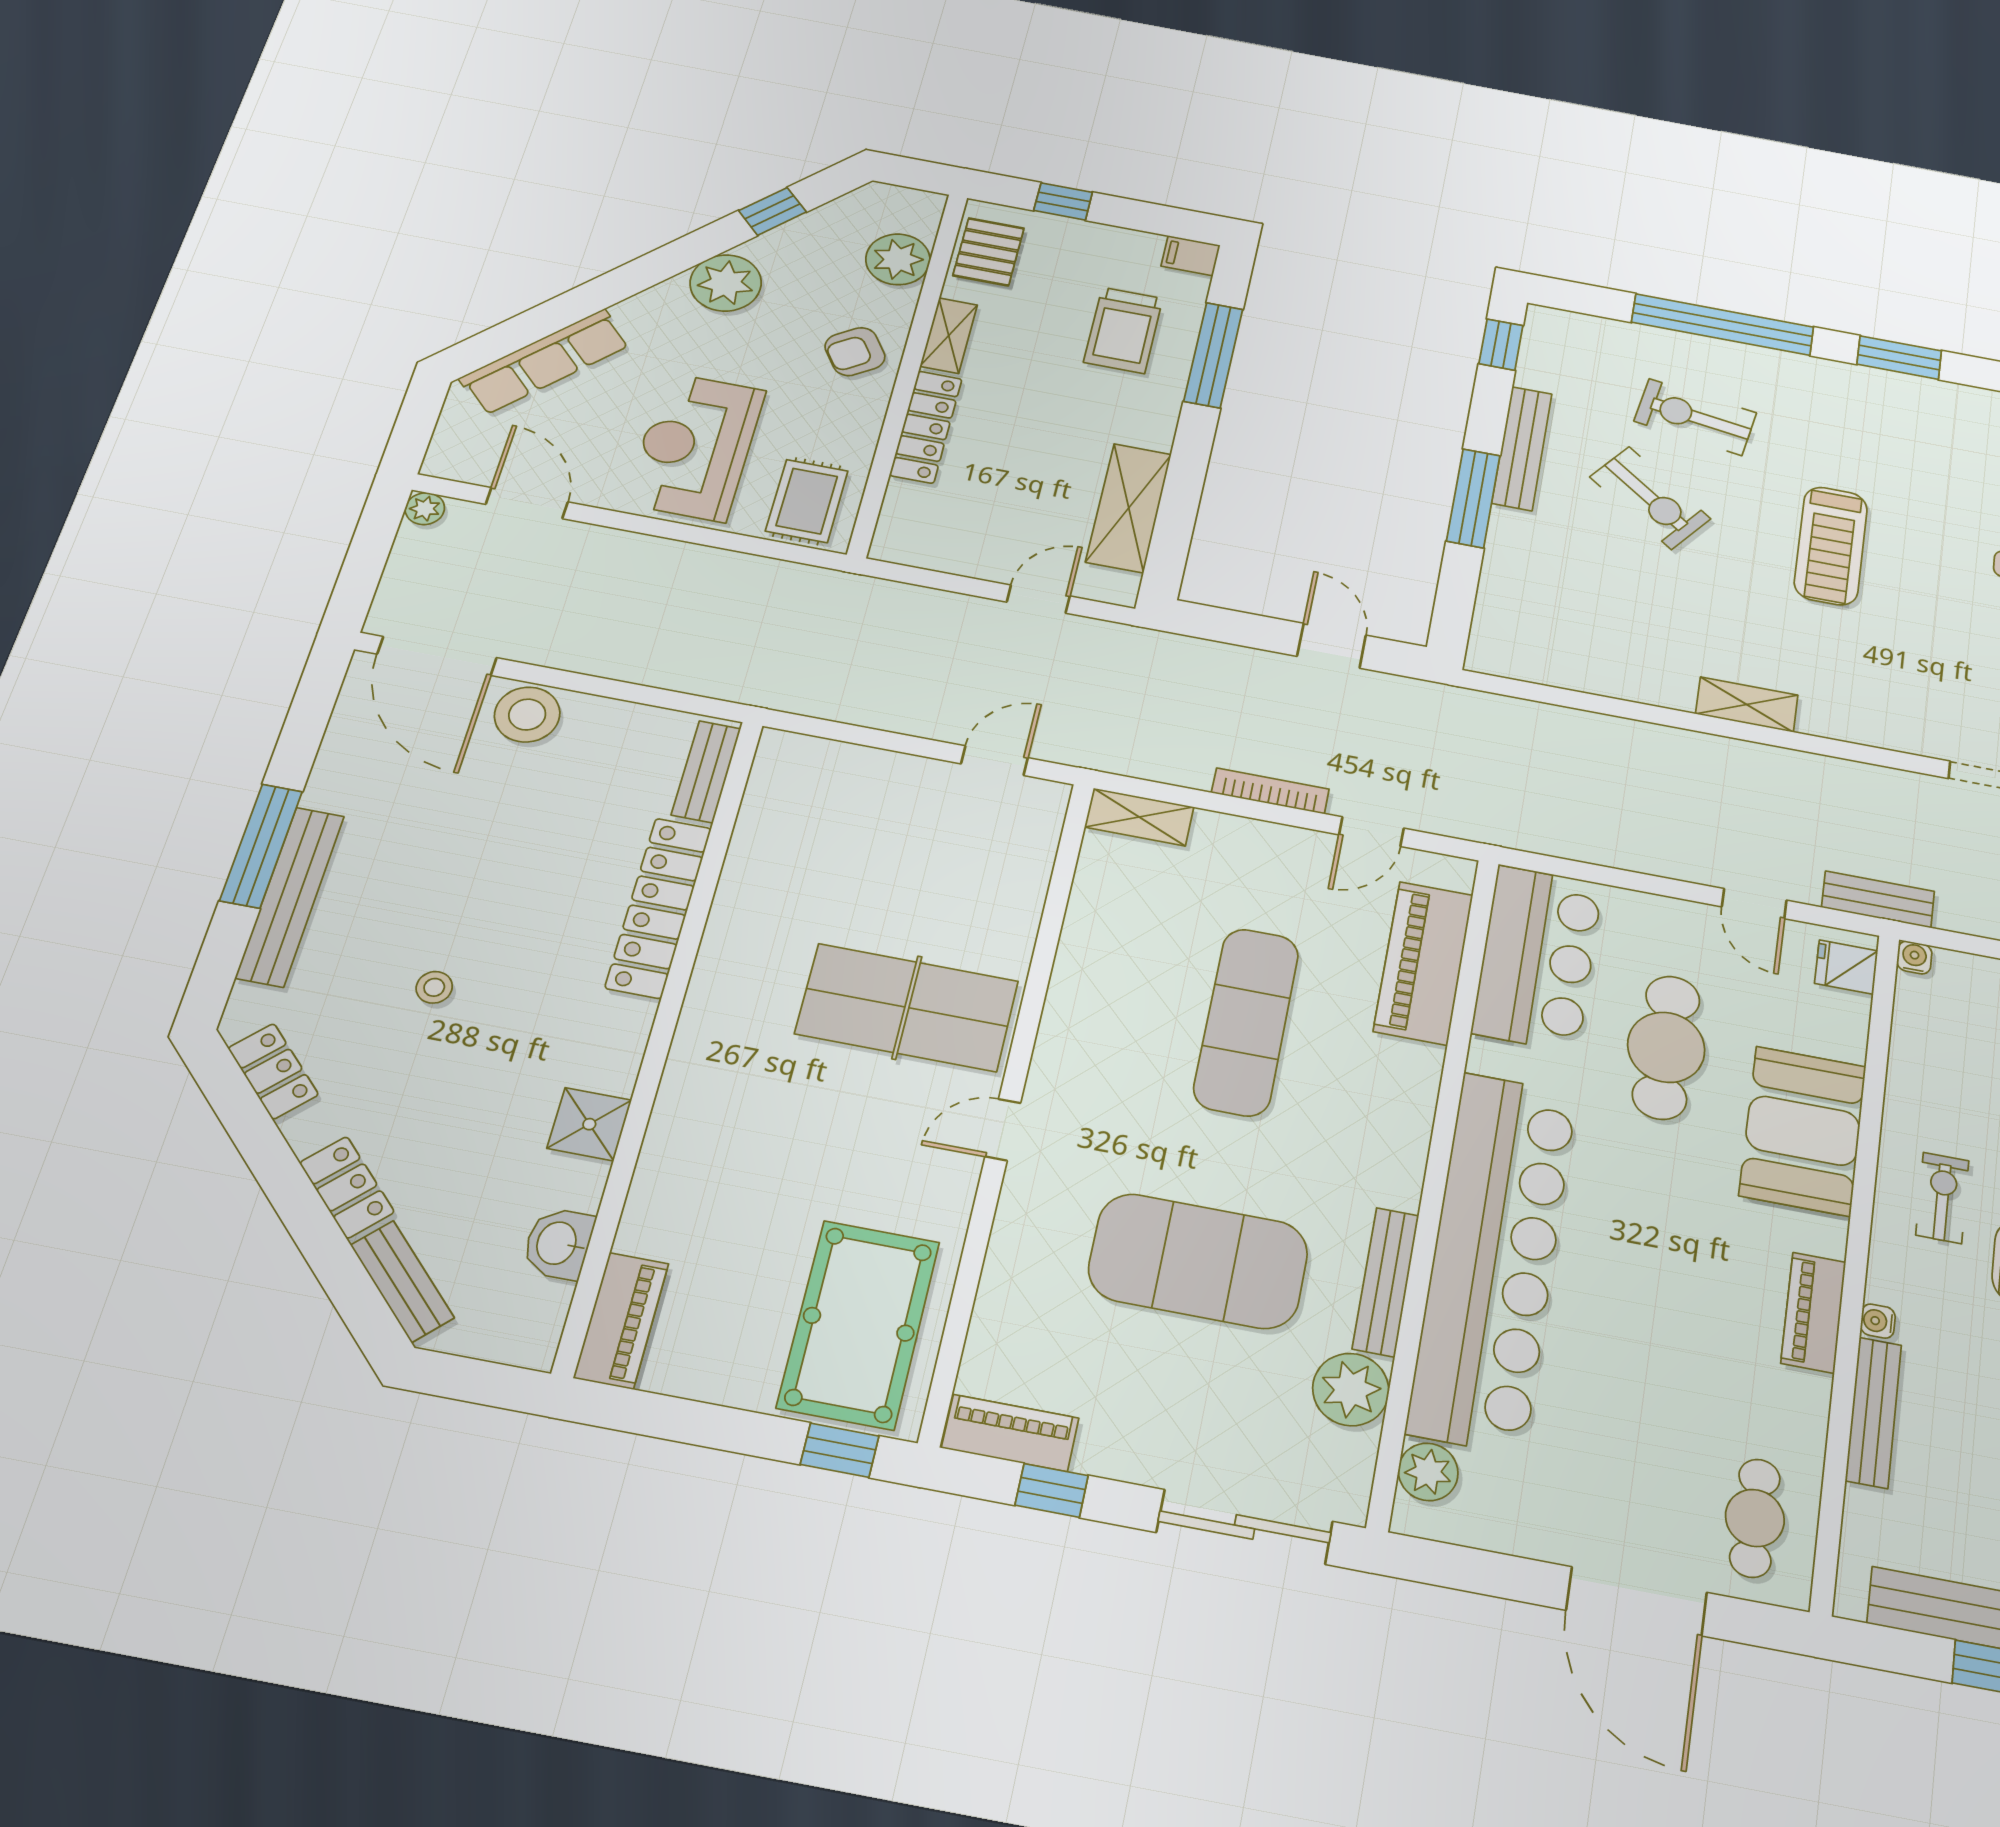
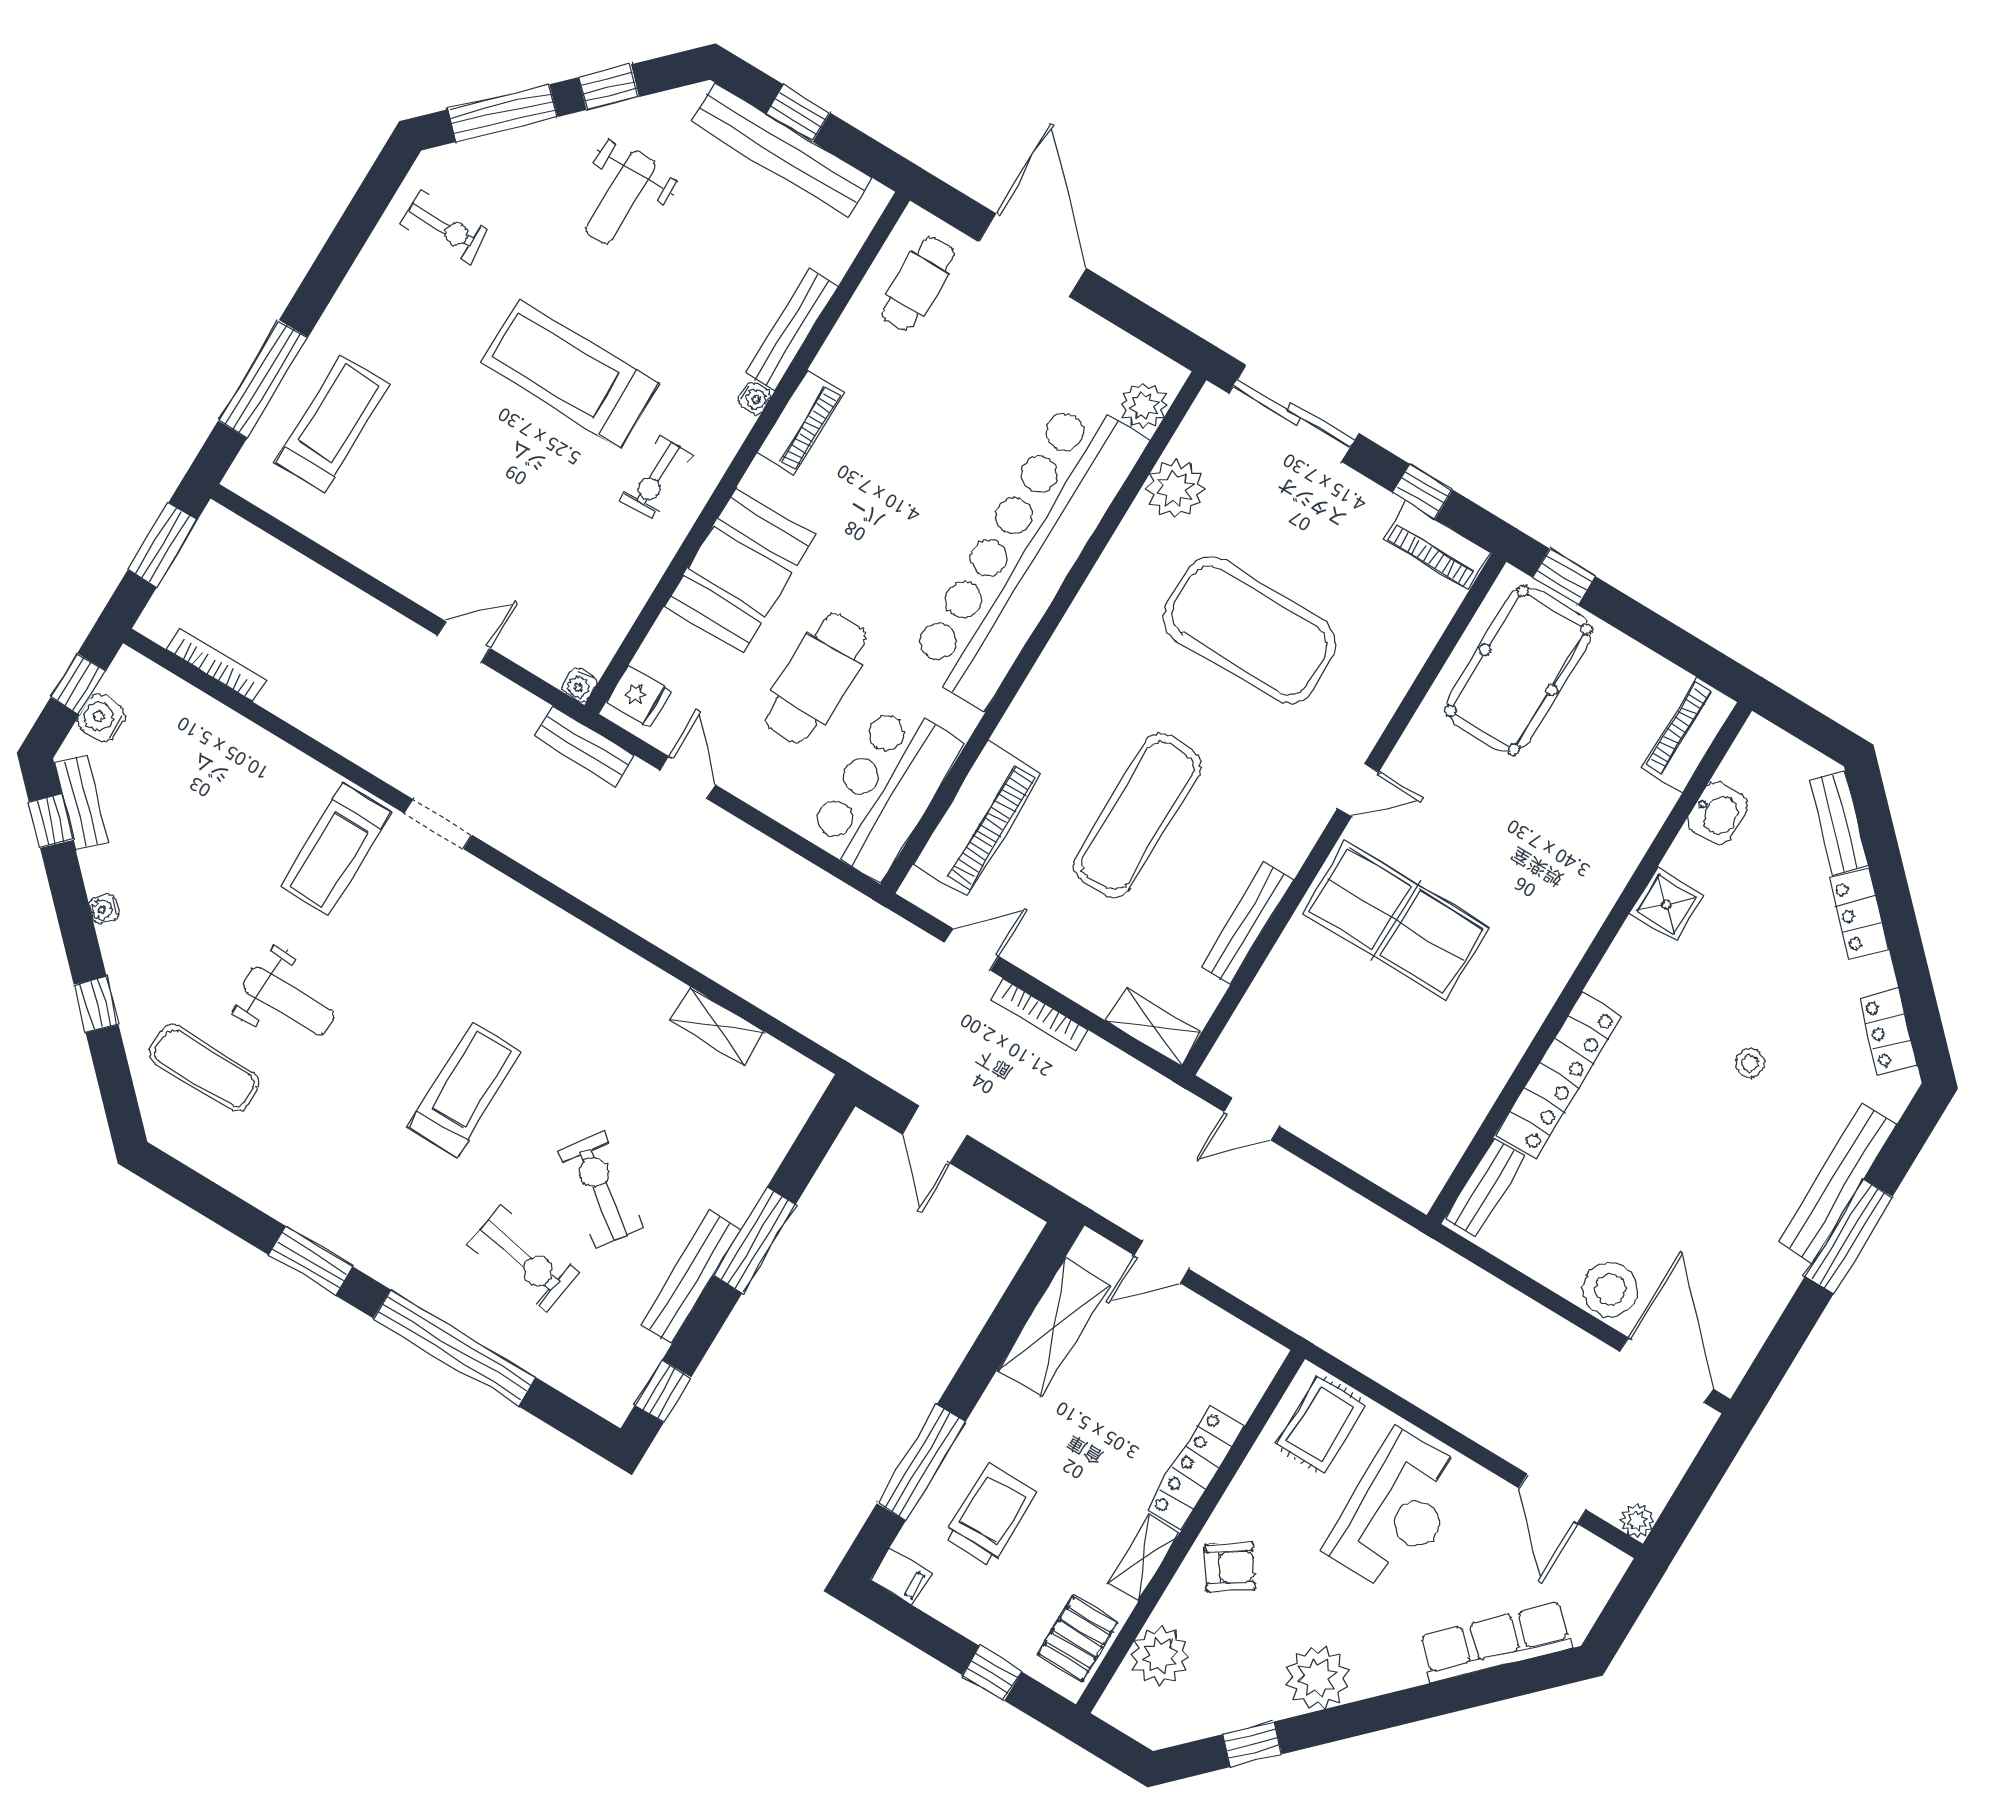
shelving: (1747, 704) -> (718, 1026), moved
bench: (1386, 1282) -> (1247, 923), moved

